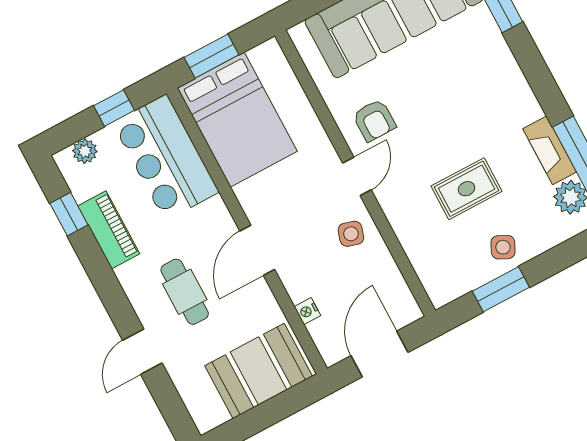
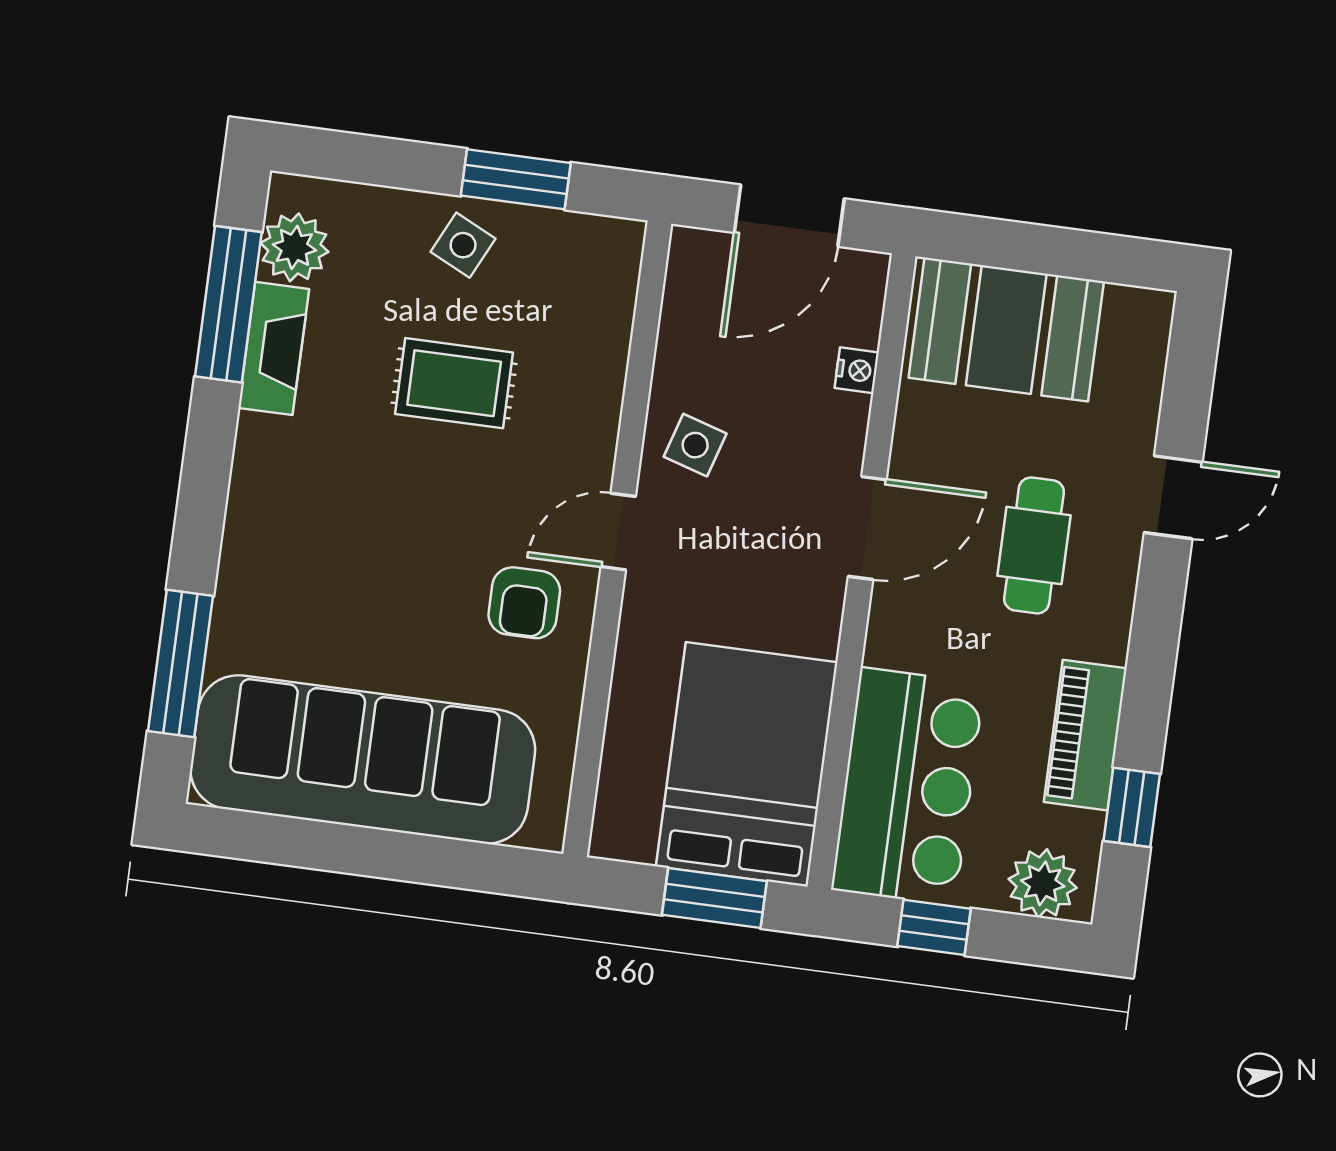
armchair: (374, 120) -> (524, 603), turned 180
plant: (85, 151) -> (1043, 883), width x1.38, depth x1.38

